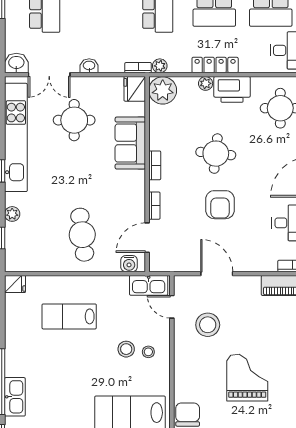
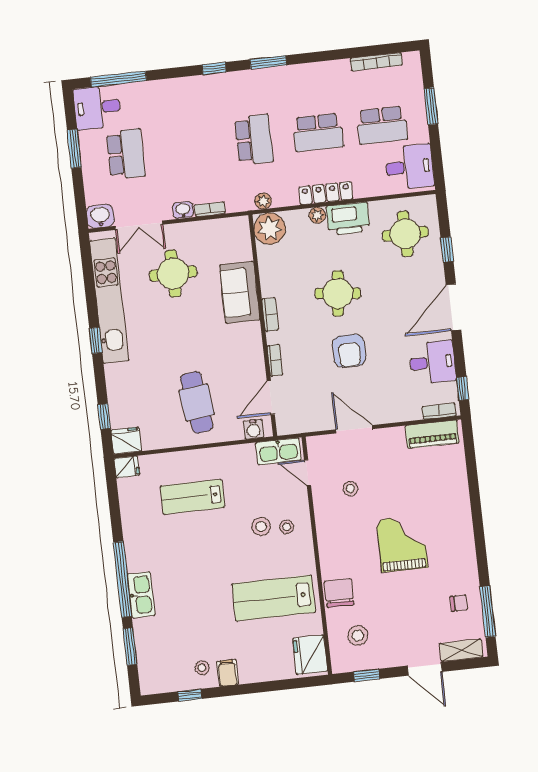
bookcase: (138, 68) -> (210, 209), moved
fridge: (135, 89) -> (126, 441), moved, turned 90
plant: (12, 214) -> (115, 388), removed
stool: (208, 325) -> (350, 489), width x0.53, depth x0.53

